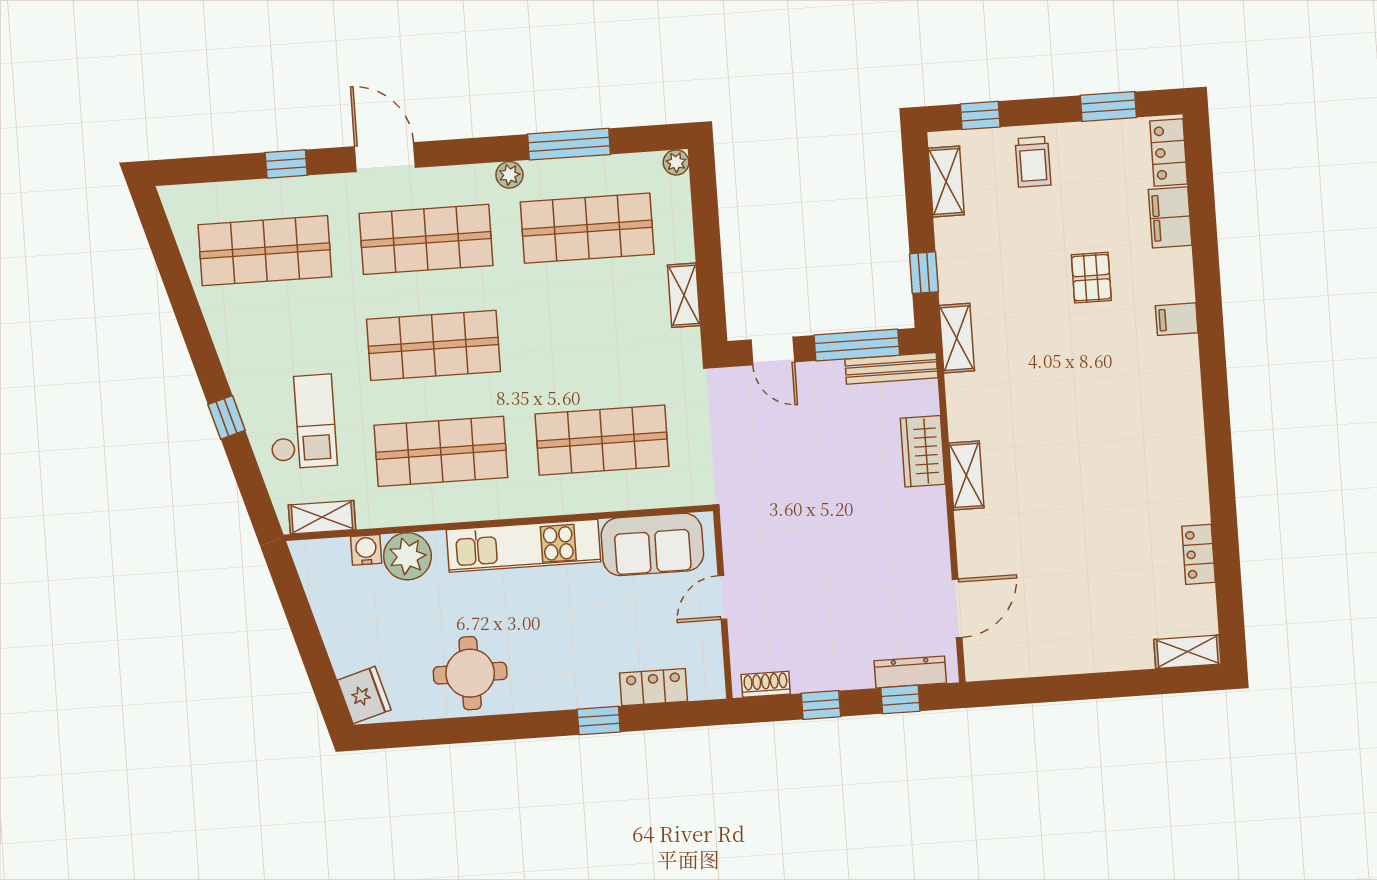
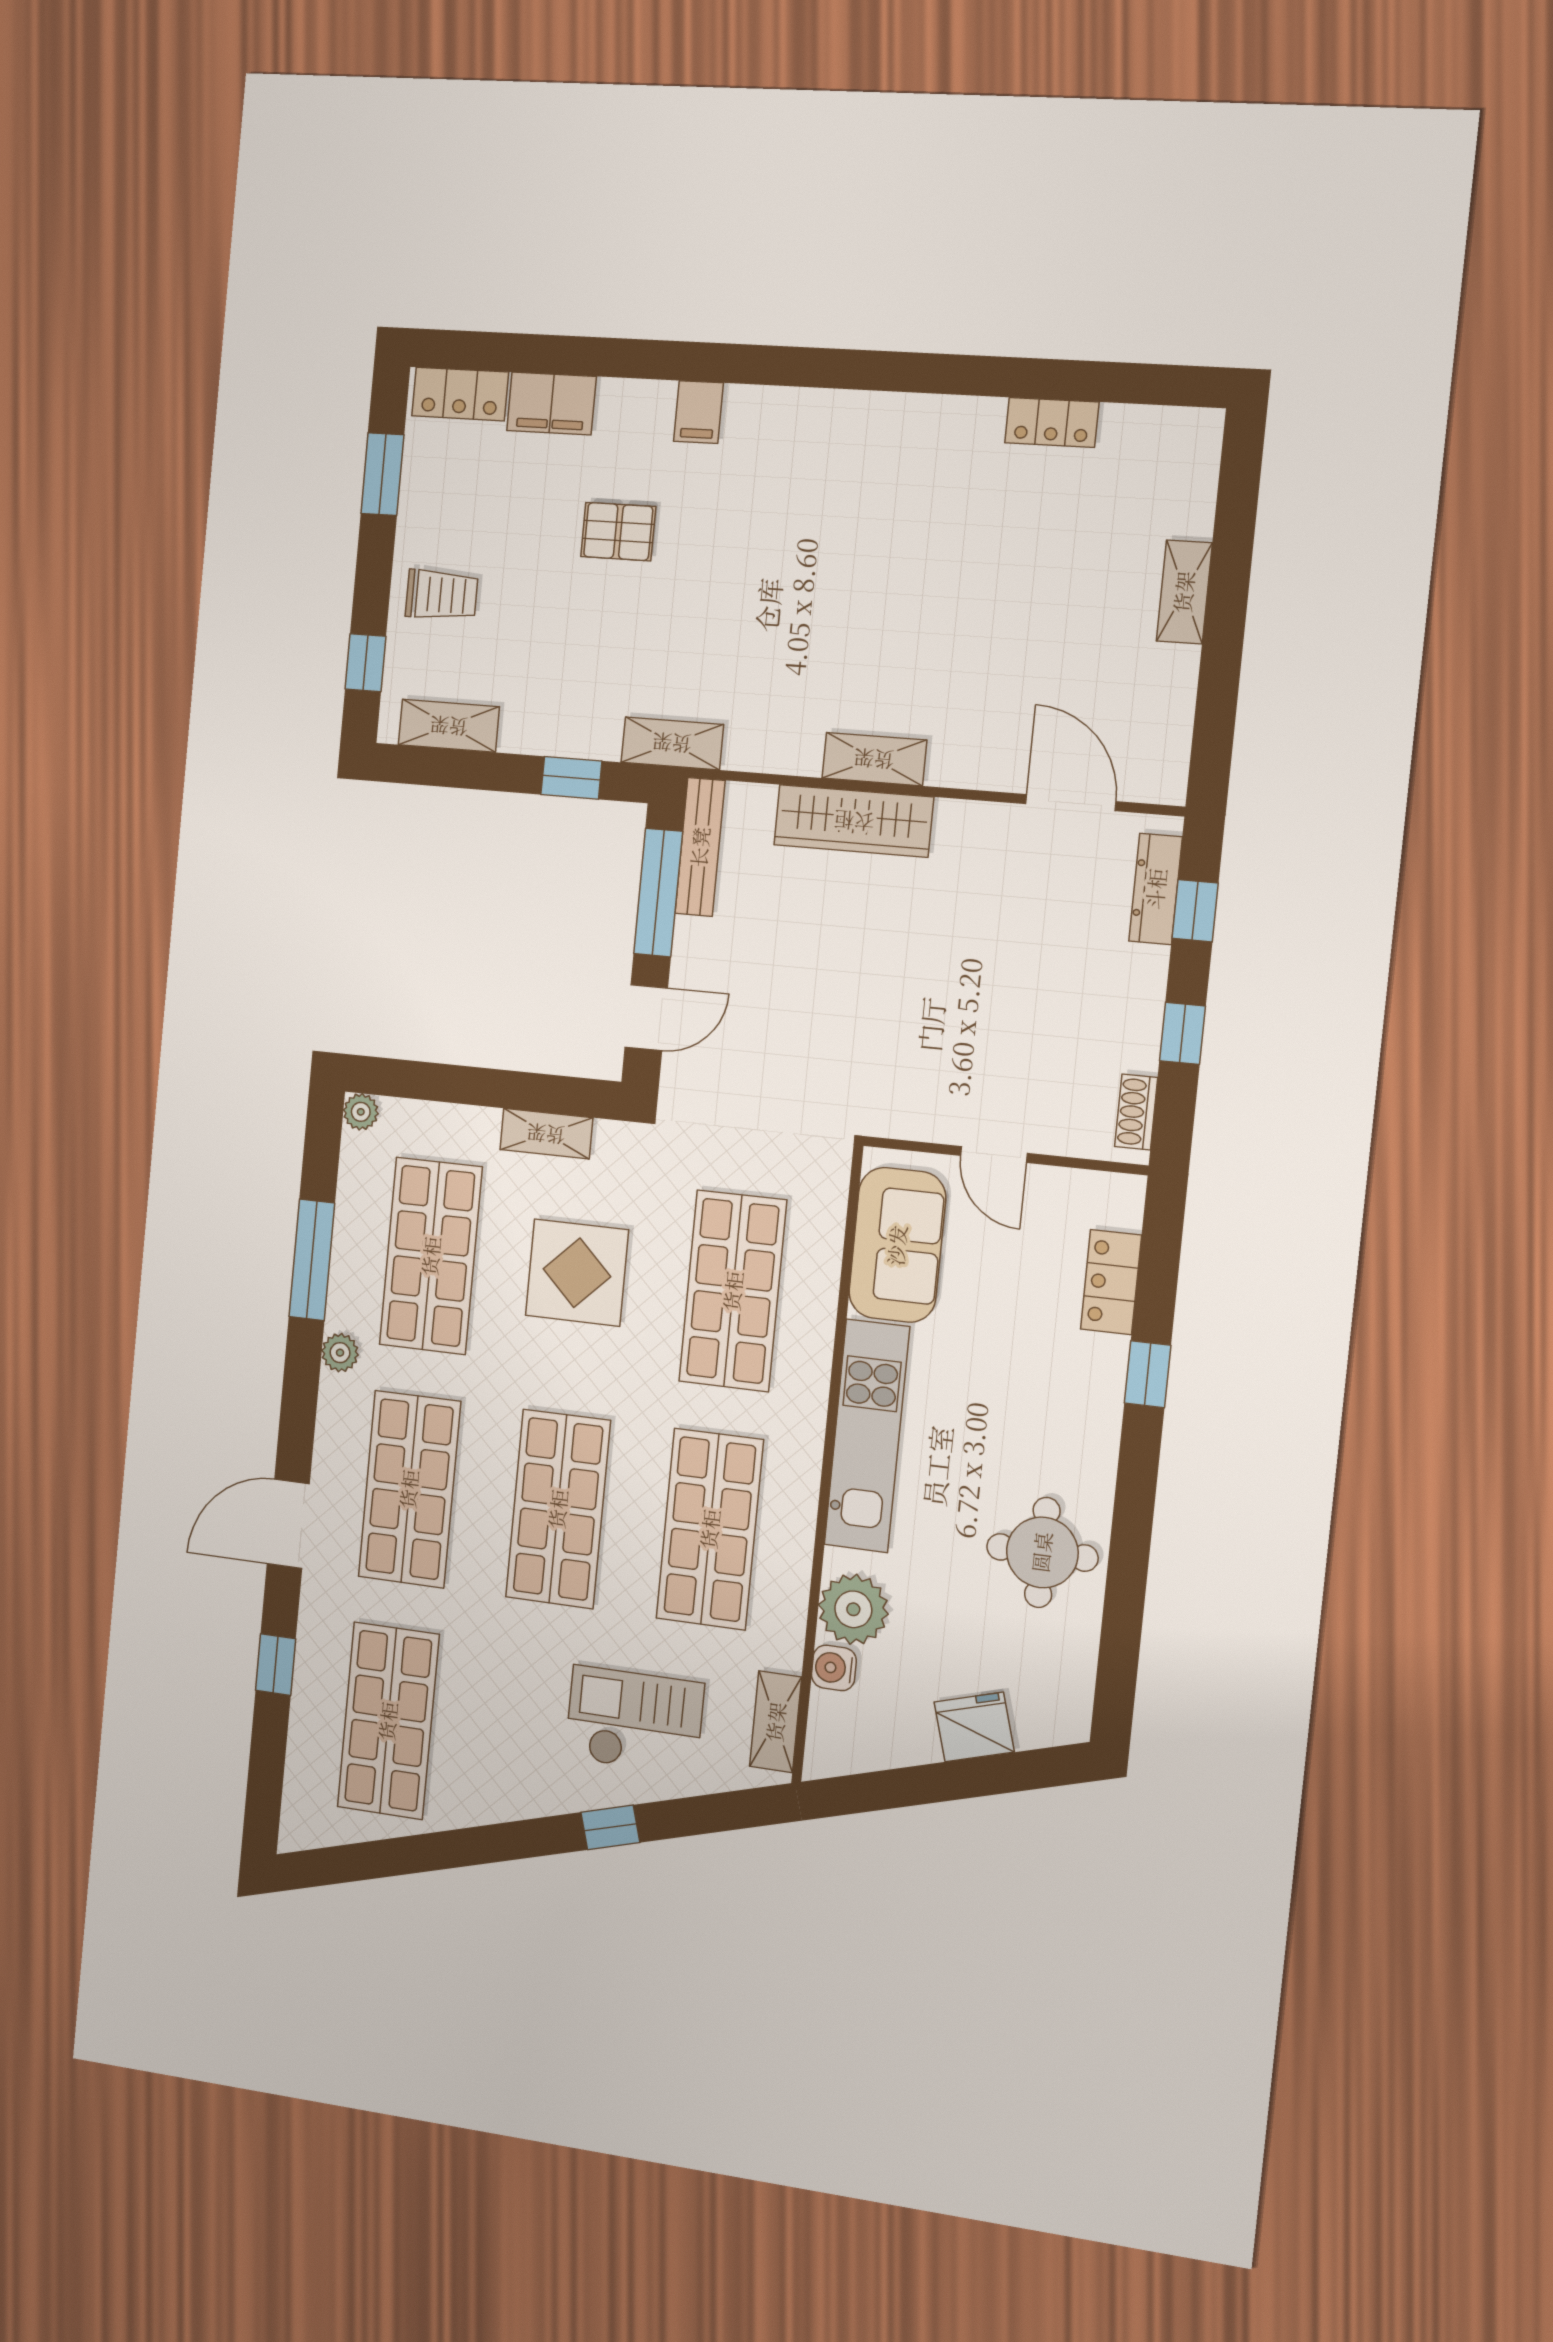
display table: (595, 332) -> (577, 1273), added
wardrobe: (923, 451) -> (854, 821), width x1.50
shelving: (1187, 652) -> (1184, 592), moved
fridge: (364, 695) -> (974, 1727), moved

